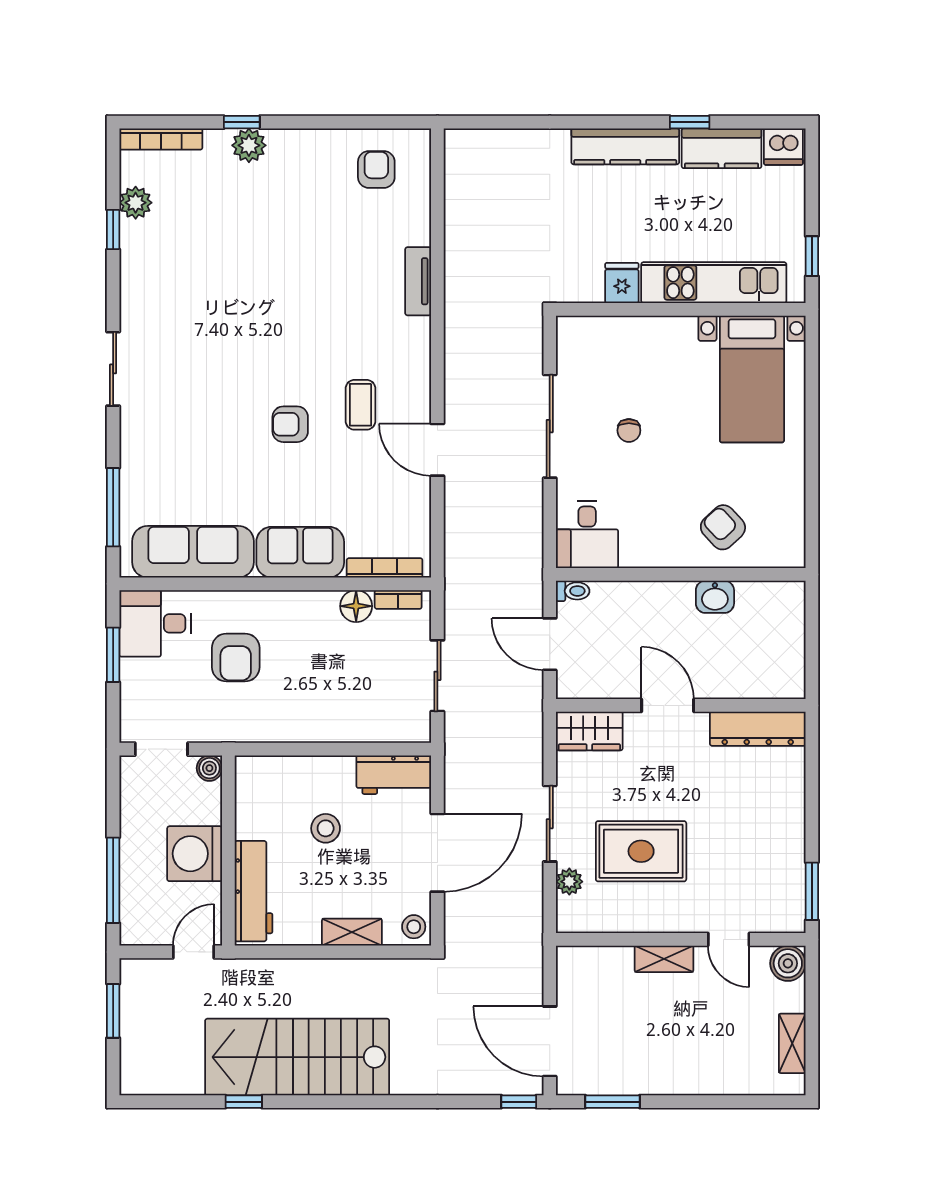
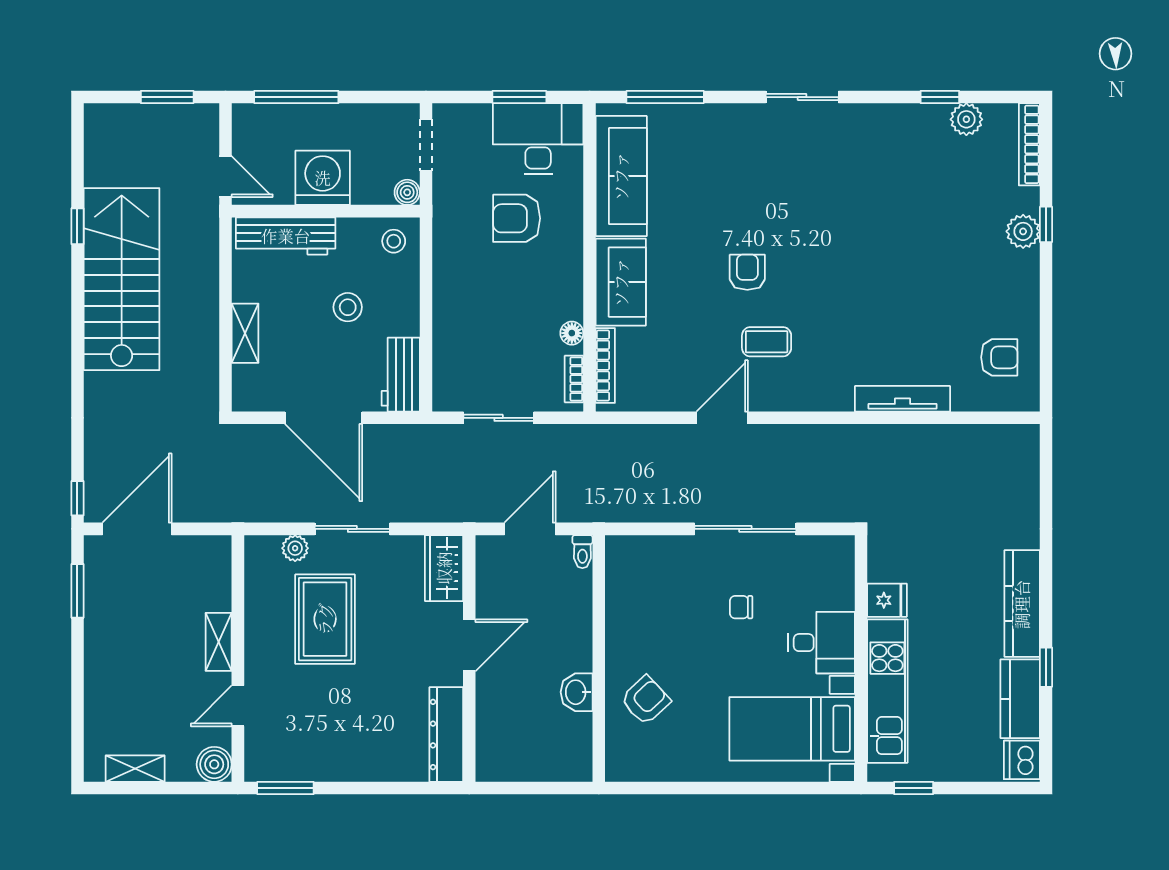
tv unit: (418, 281) -> (902, 399), width x1.41
desk: (587, 535) -> (822, 643), moved, turned 180
floor lamp: (356, 606) -> (572, 333), width x0.73, depth x0.73
desk: (155, 623) -> (538, 139), width x1.37
stool: (414, 927) -> (394, 241), moved

